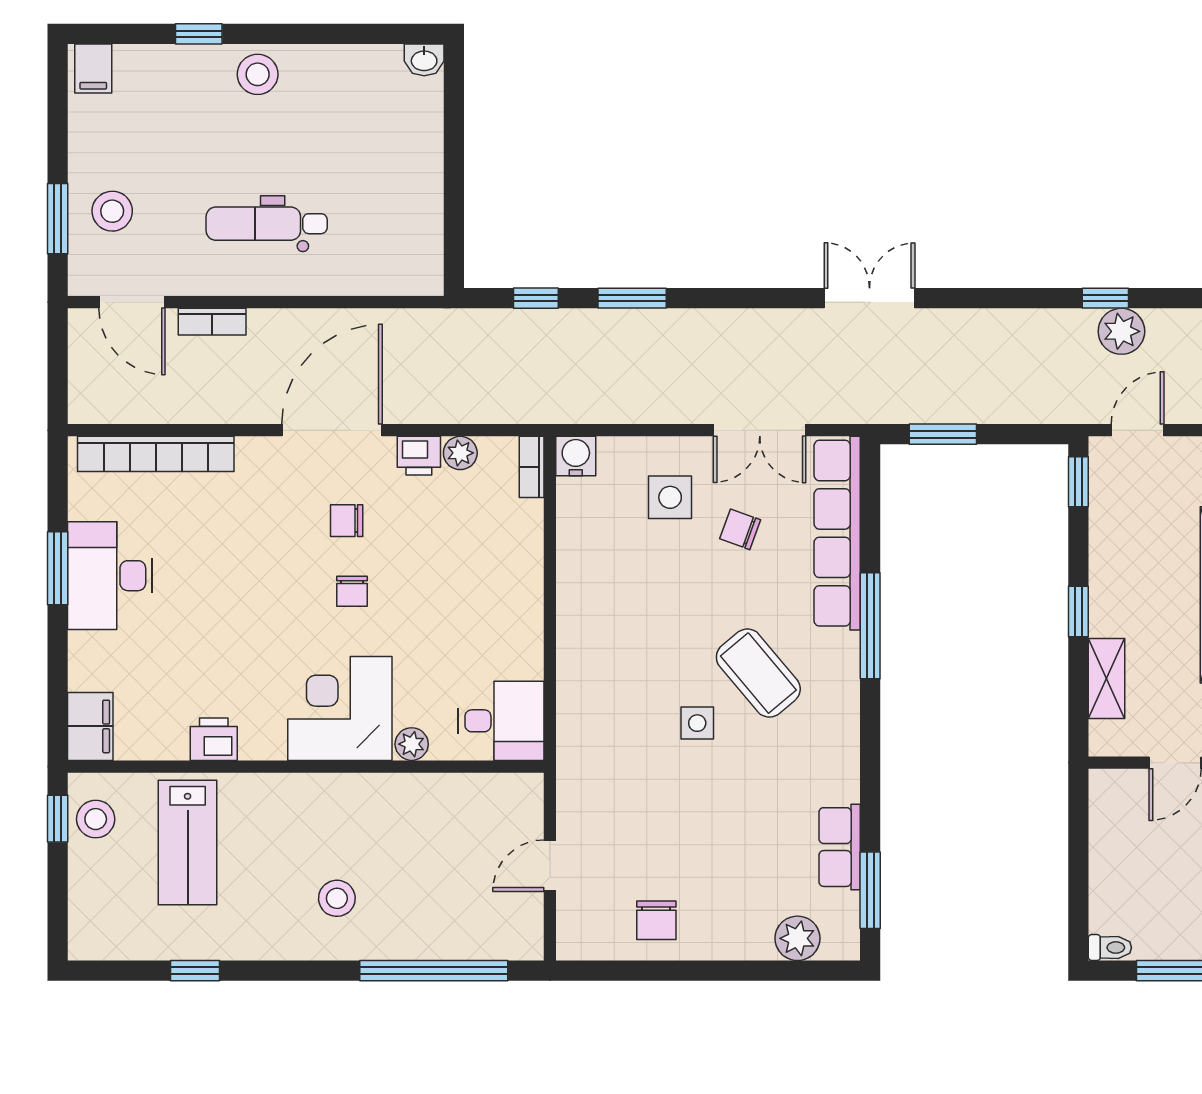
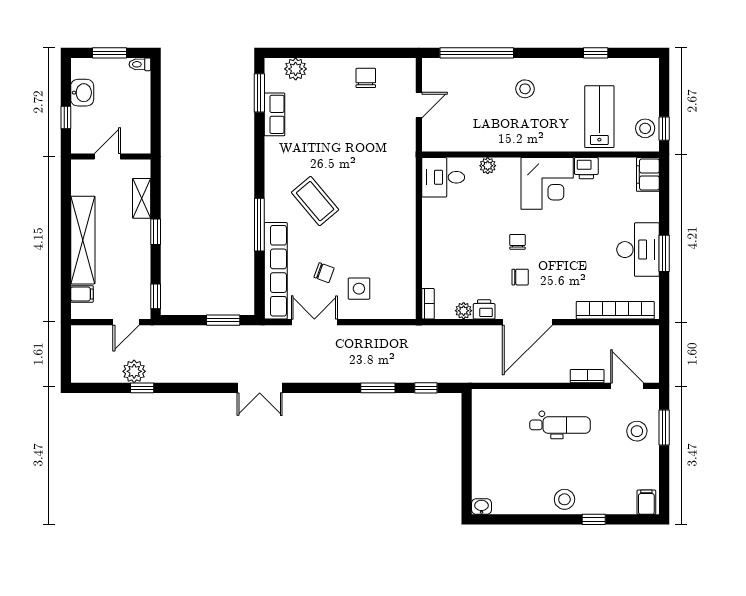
water cooler: (576, 456) -> (406, 309), removed
corner desk: (340, 708) -> (547, 183), moved
side table: (697, 723) -> (345, 176), removed

